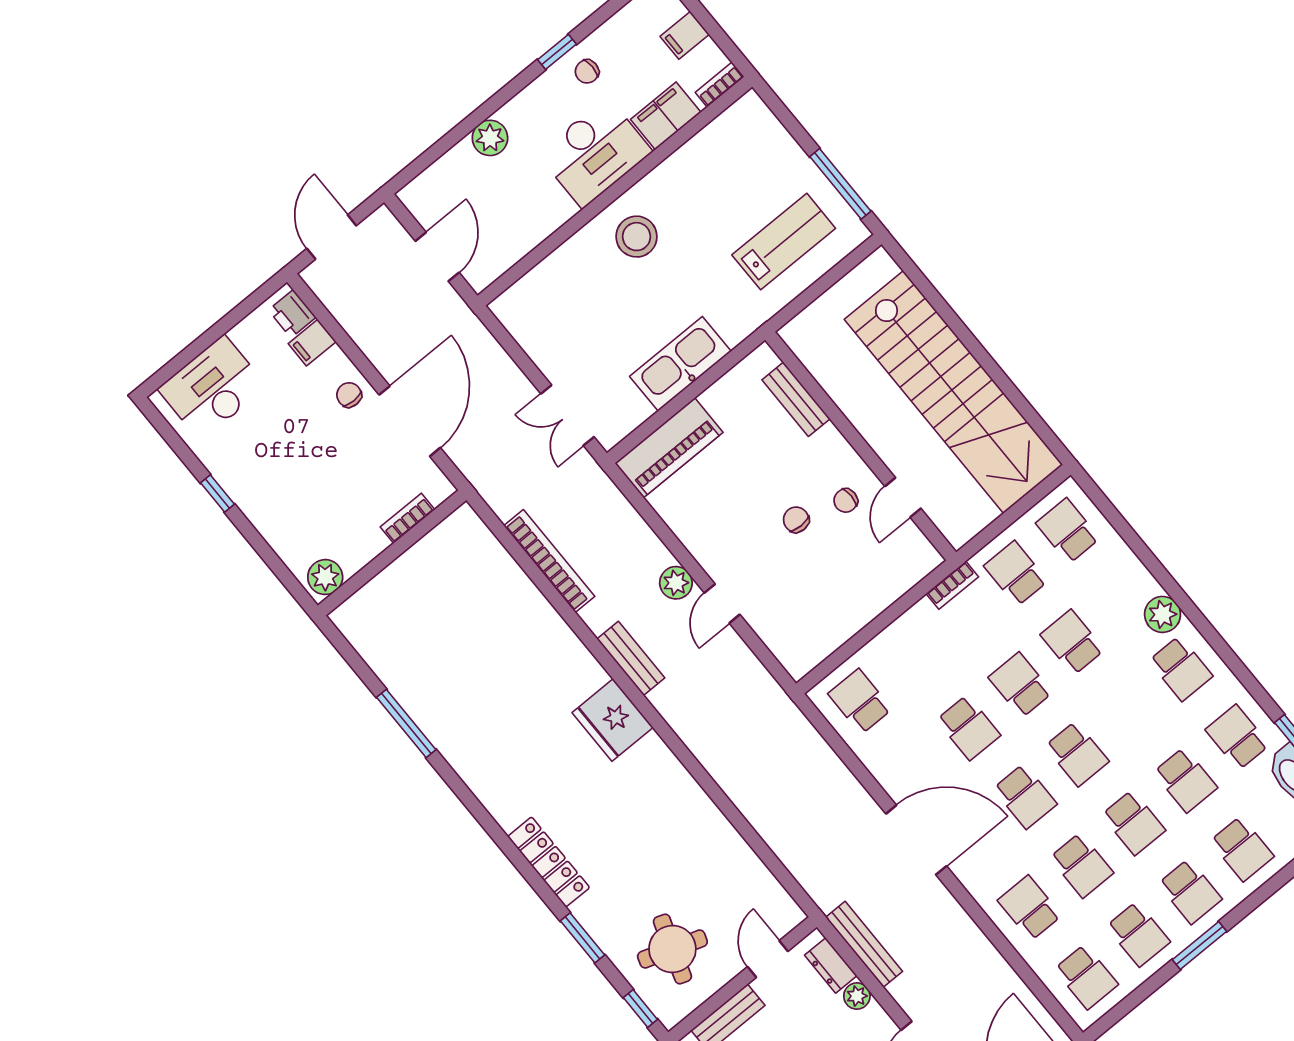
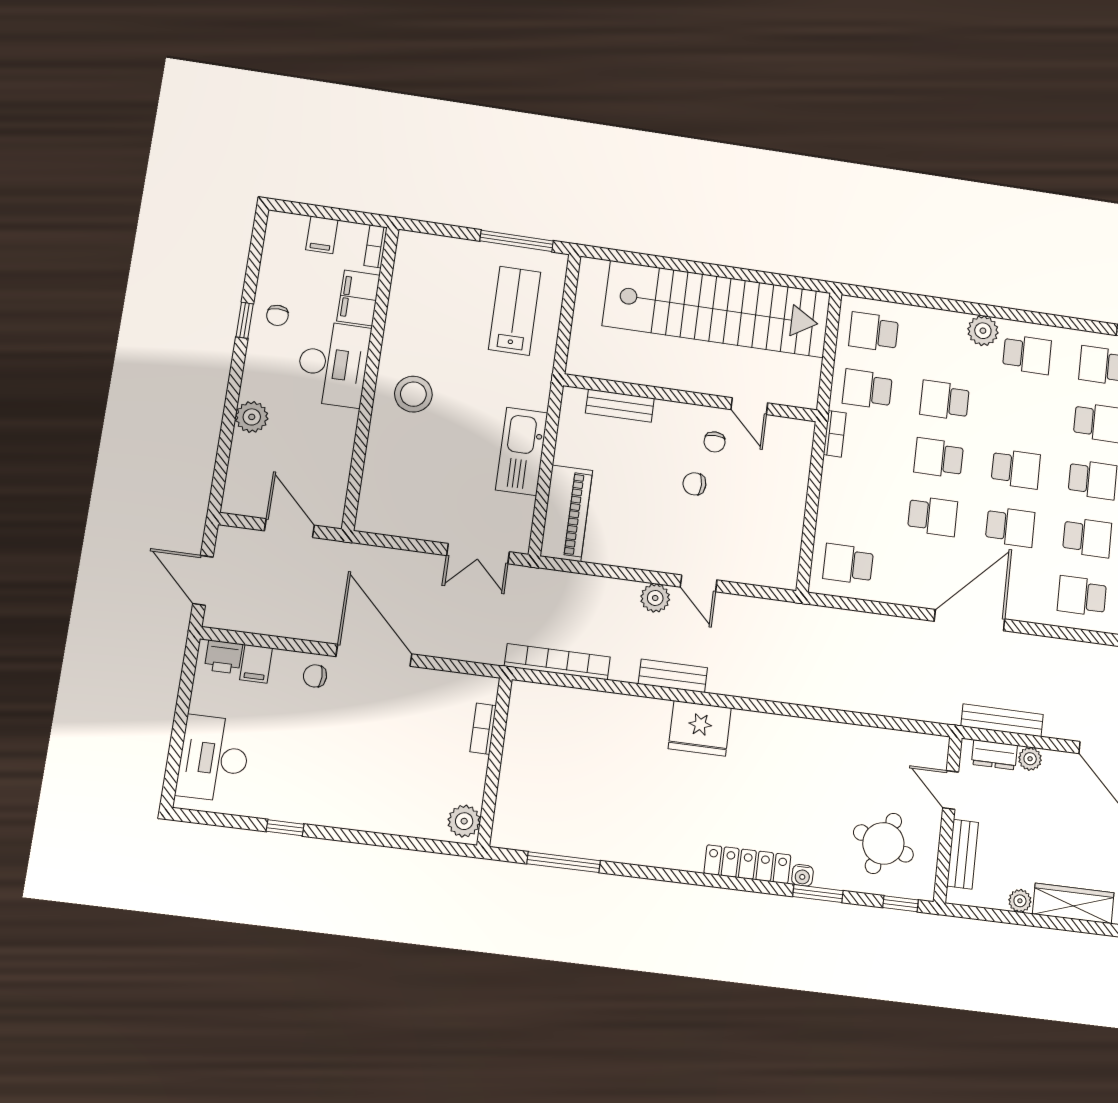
bookcase: (407, 518) -> (483, 729), moved
wall: (392, 553) -> (495, 762), moved
plant: (325, 577) -> (464, 821), moved
water cooler: (584, 912) -> (802, 875), added

